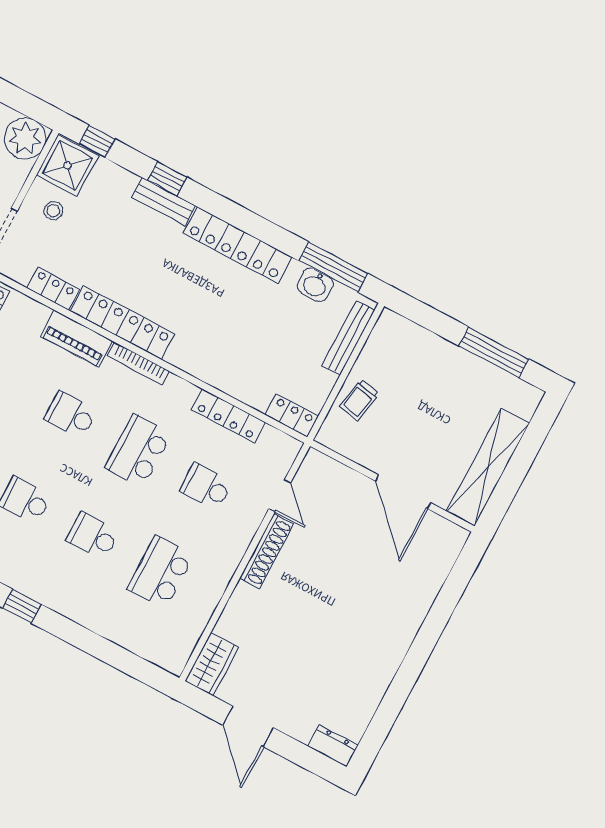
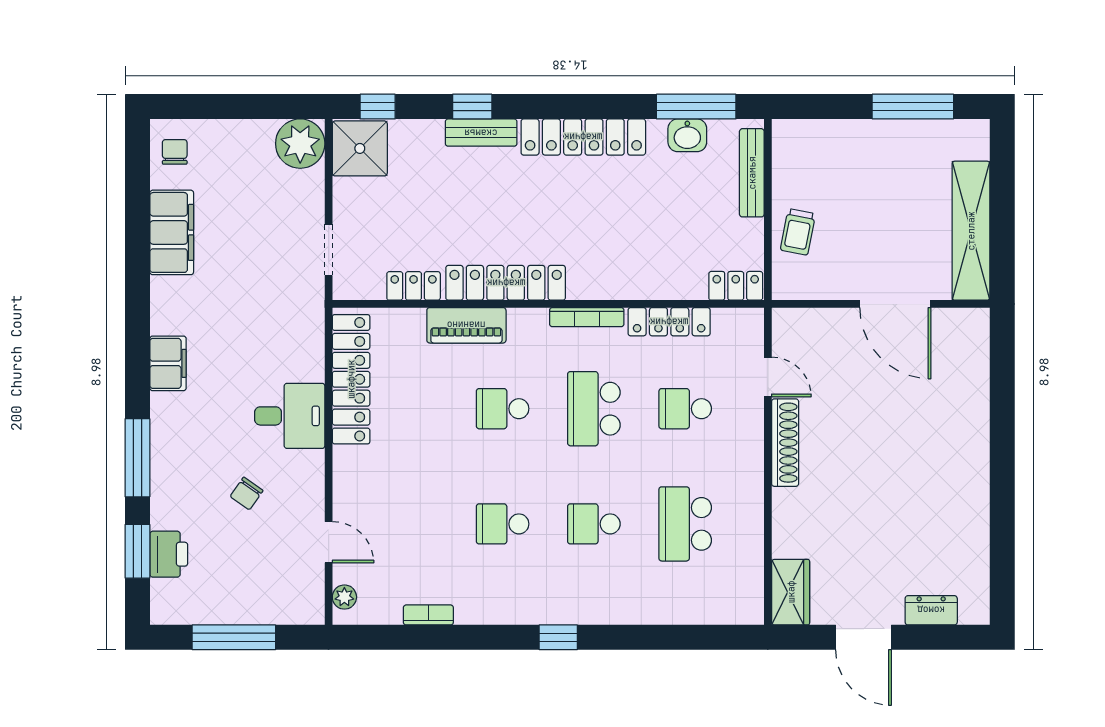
stool: (53, 211) -> (370, 204), removed
bookcase: (139, 364) -> (587, 317), moved
dresser: (333, 746) -> (931, 610), moved

